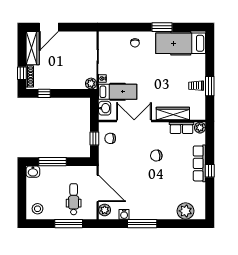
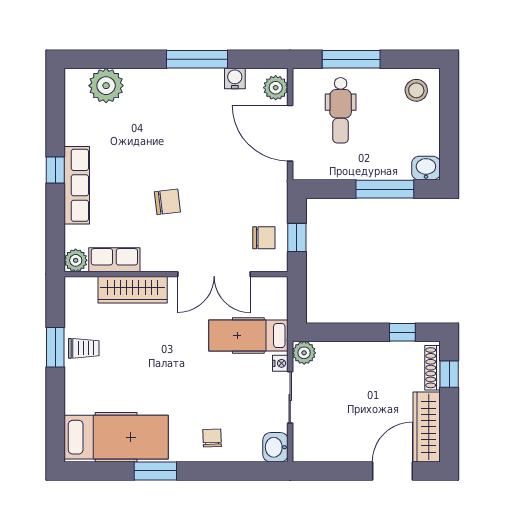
washbasin: (105, 108) -> (275, 447), moved

